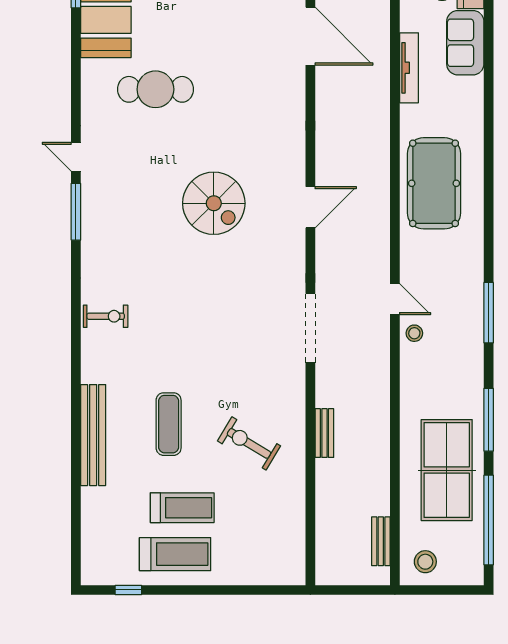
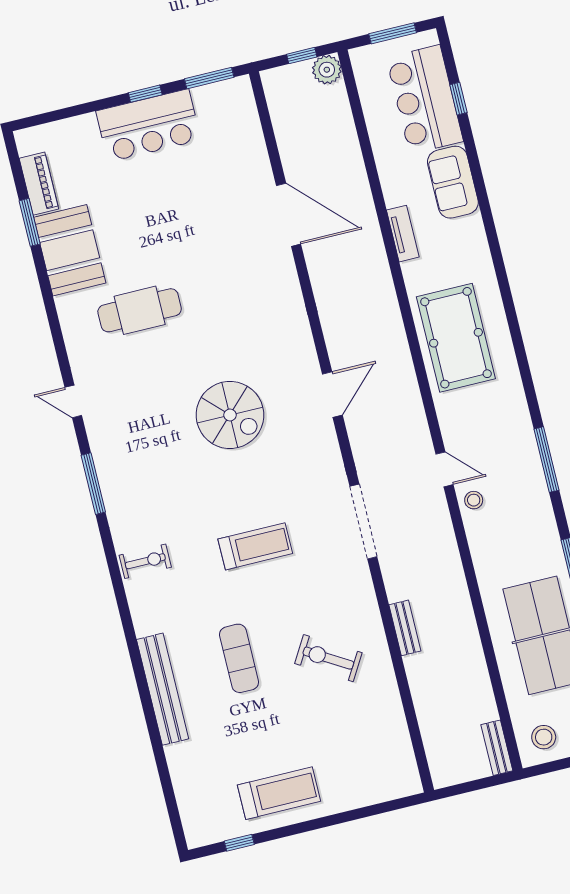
tv unit: (409, 68) -> (403, 234), width x0.71
window: (76, 212) -> (93, 484), moved
treadmill: (182, 508) -> (255, 546), moved
bench: (381, 541) -> (497, 748), moved

